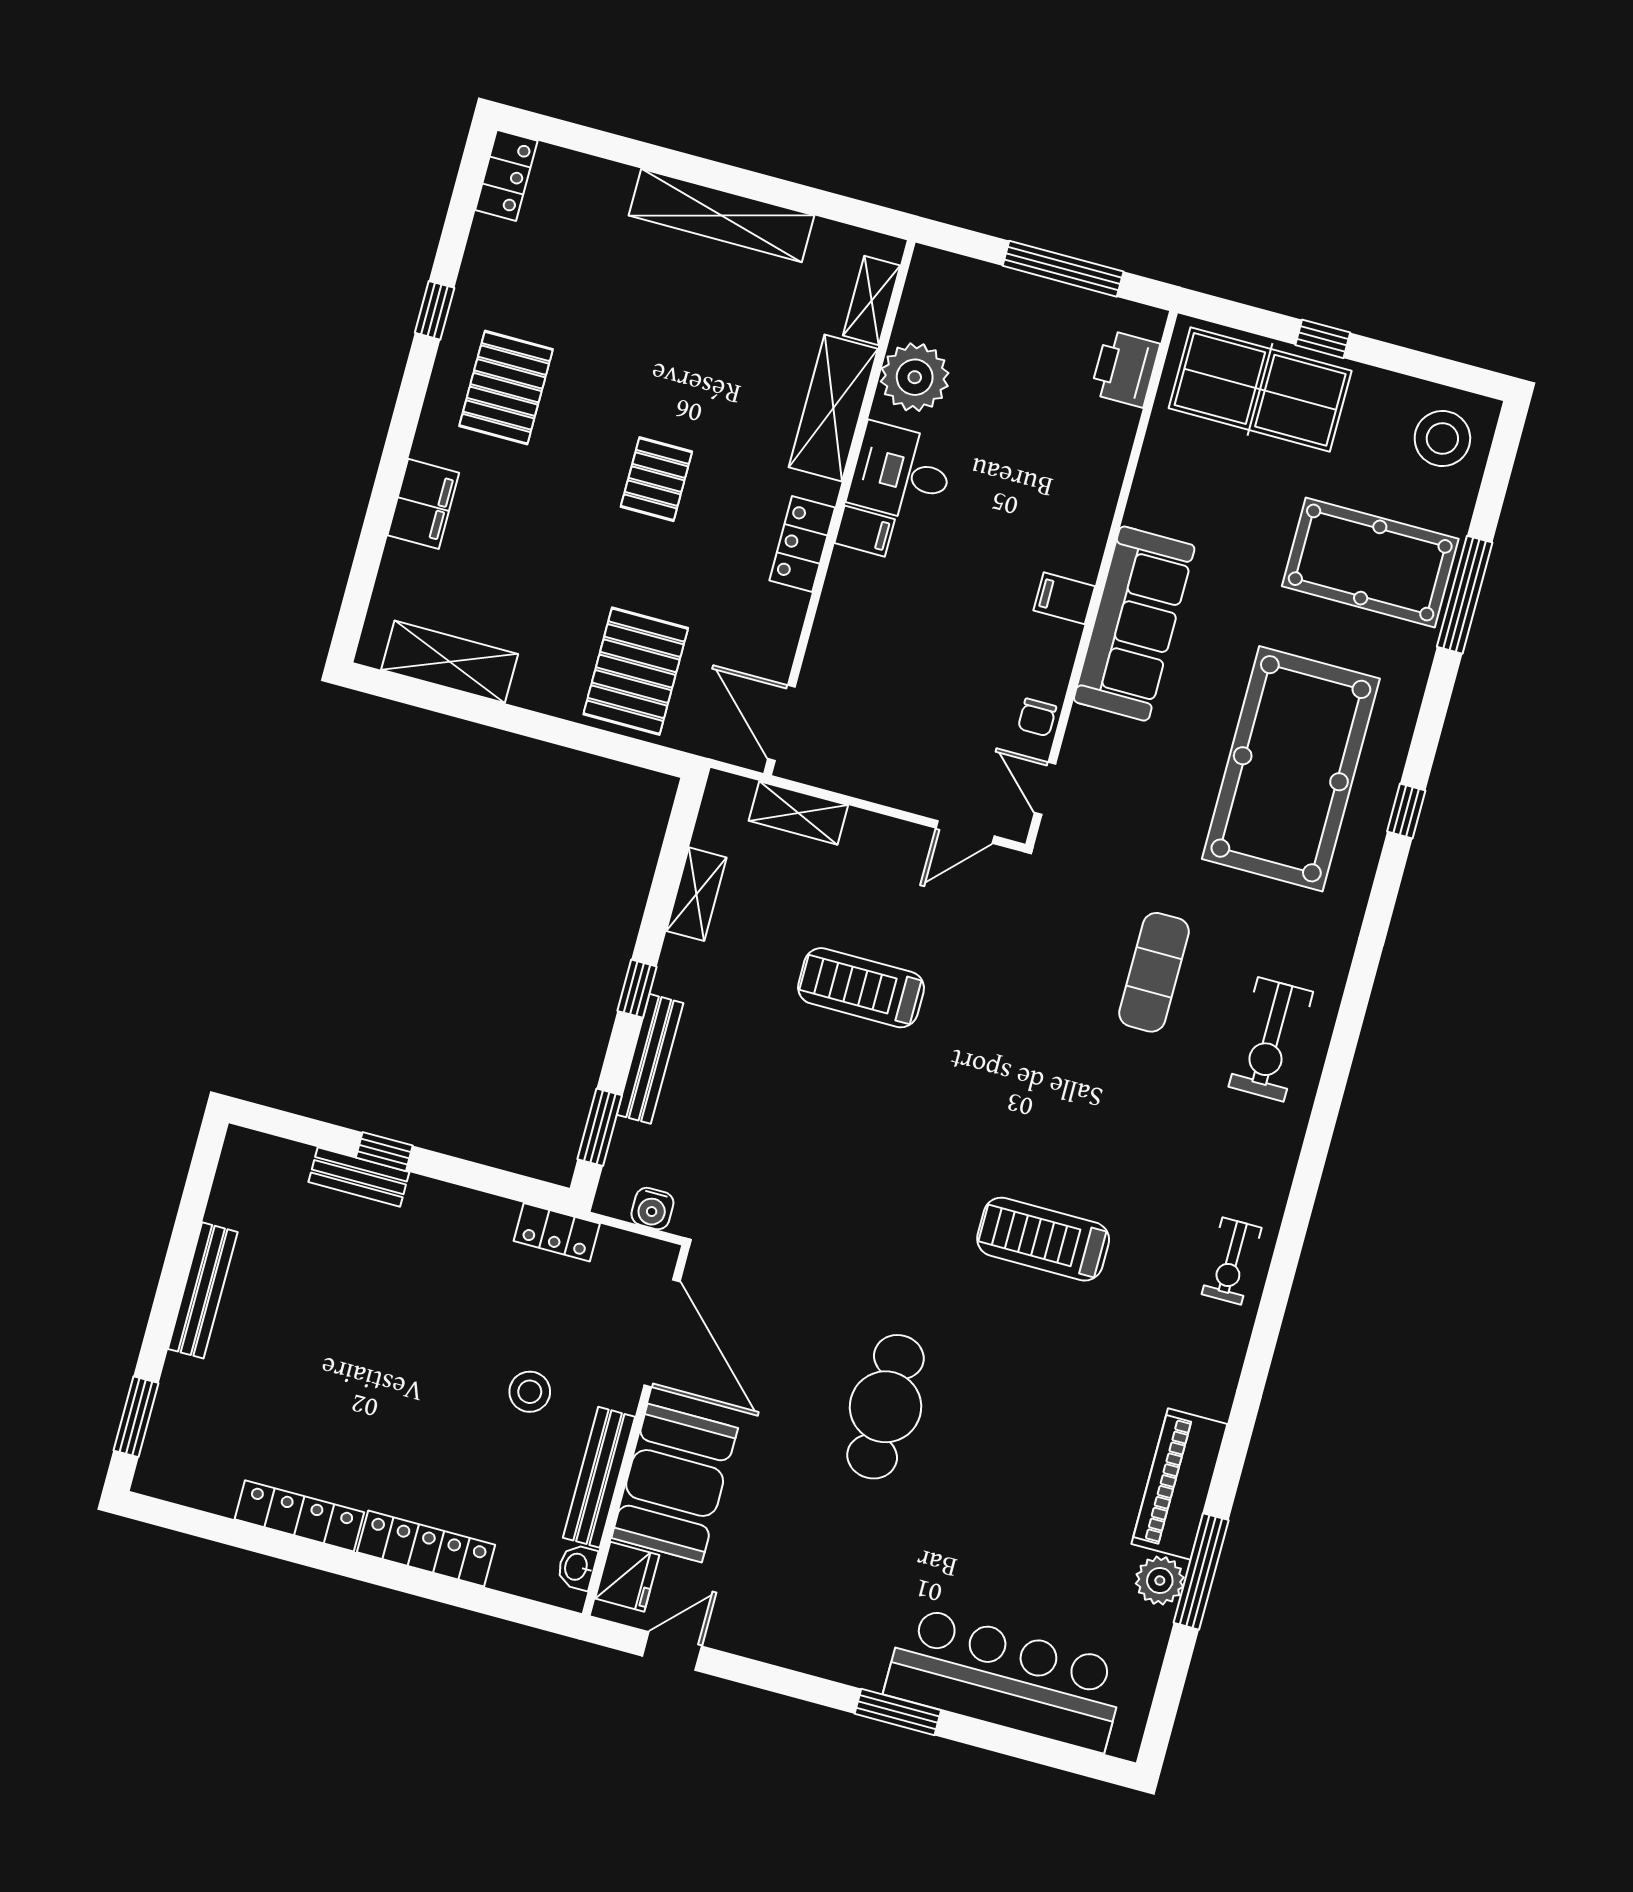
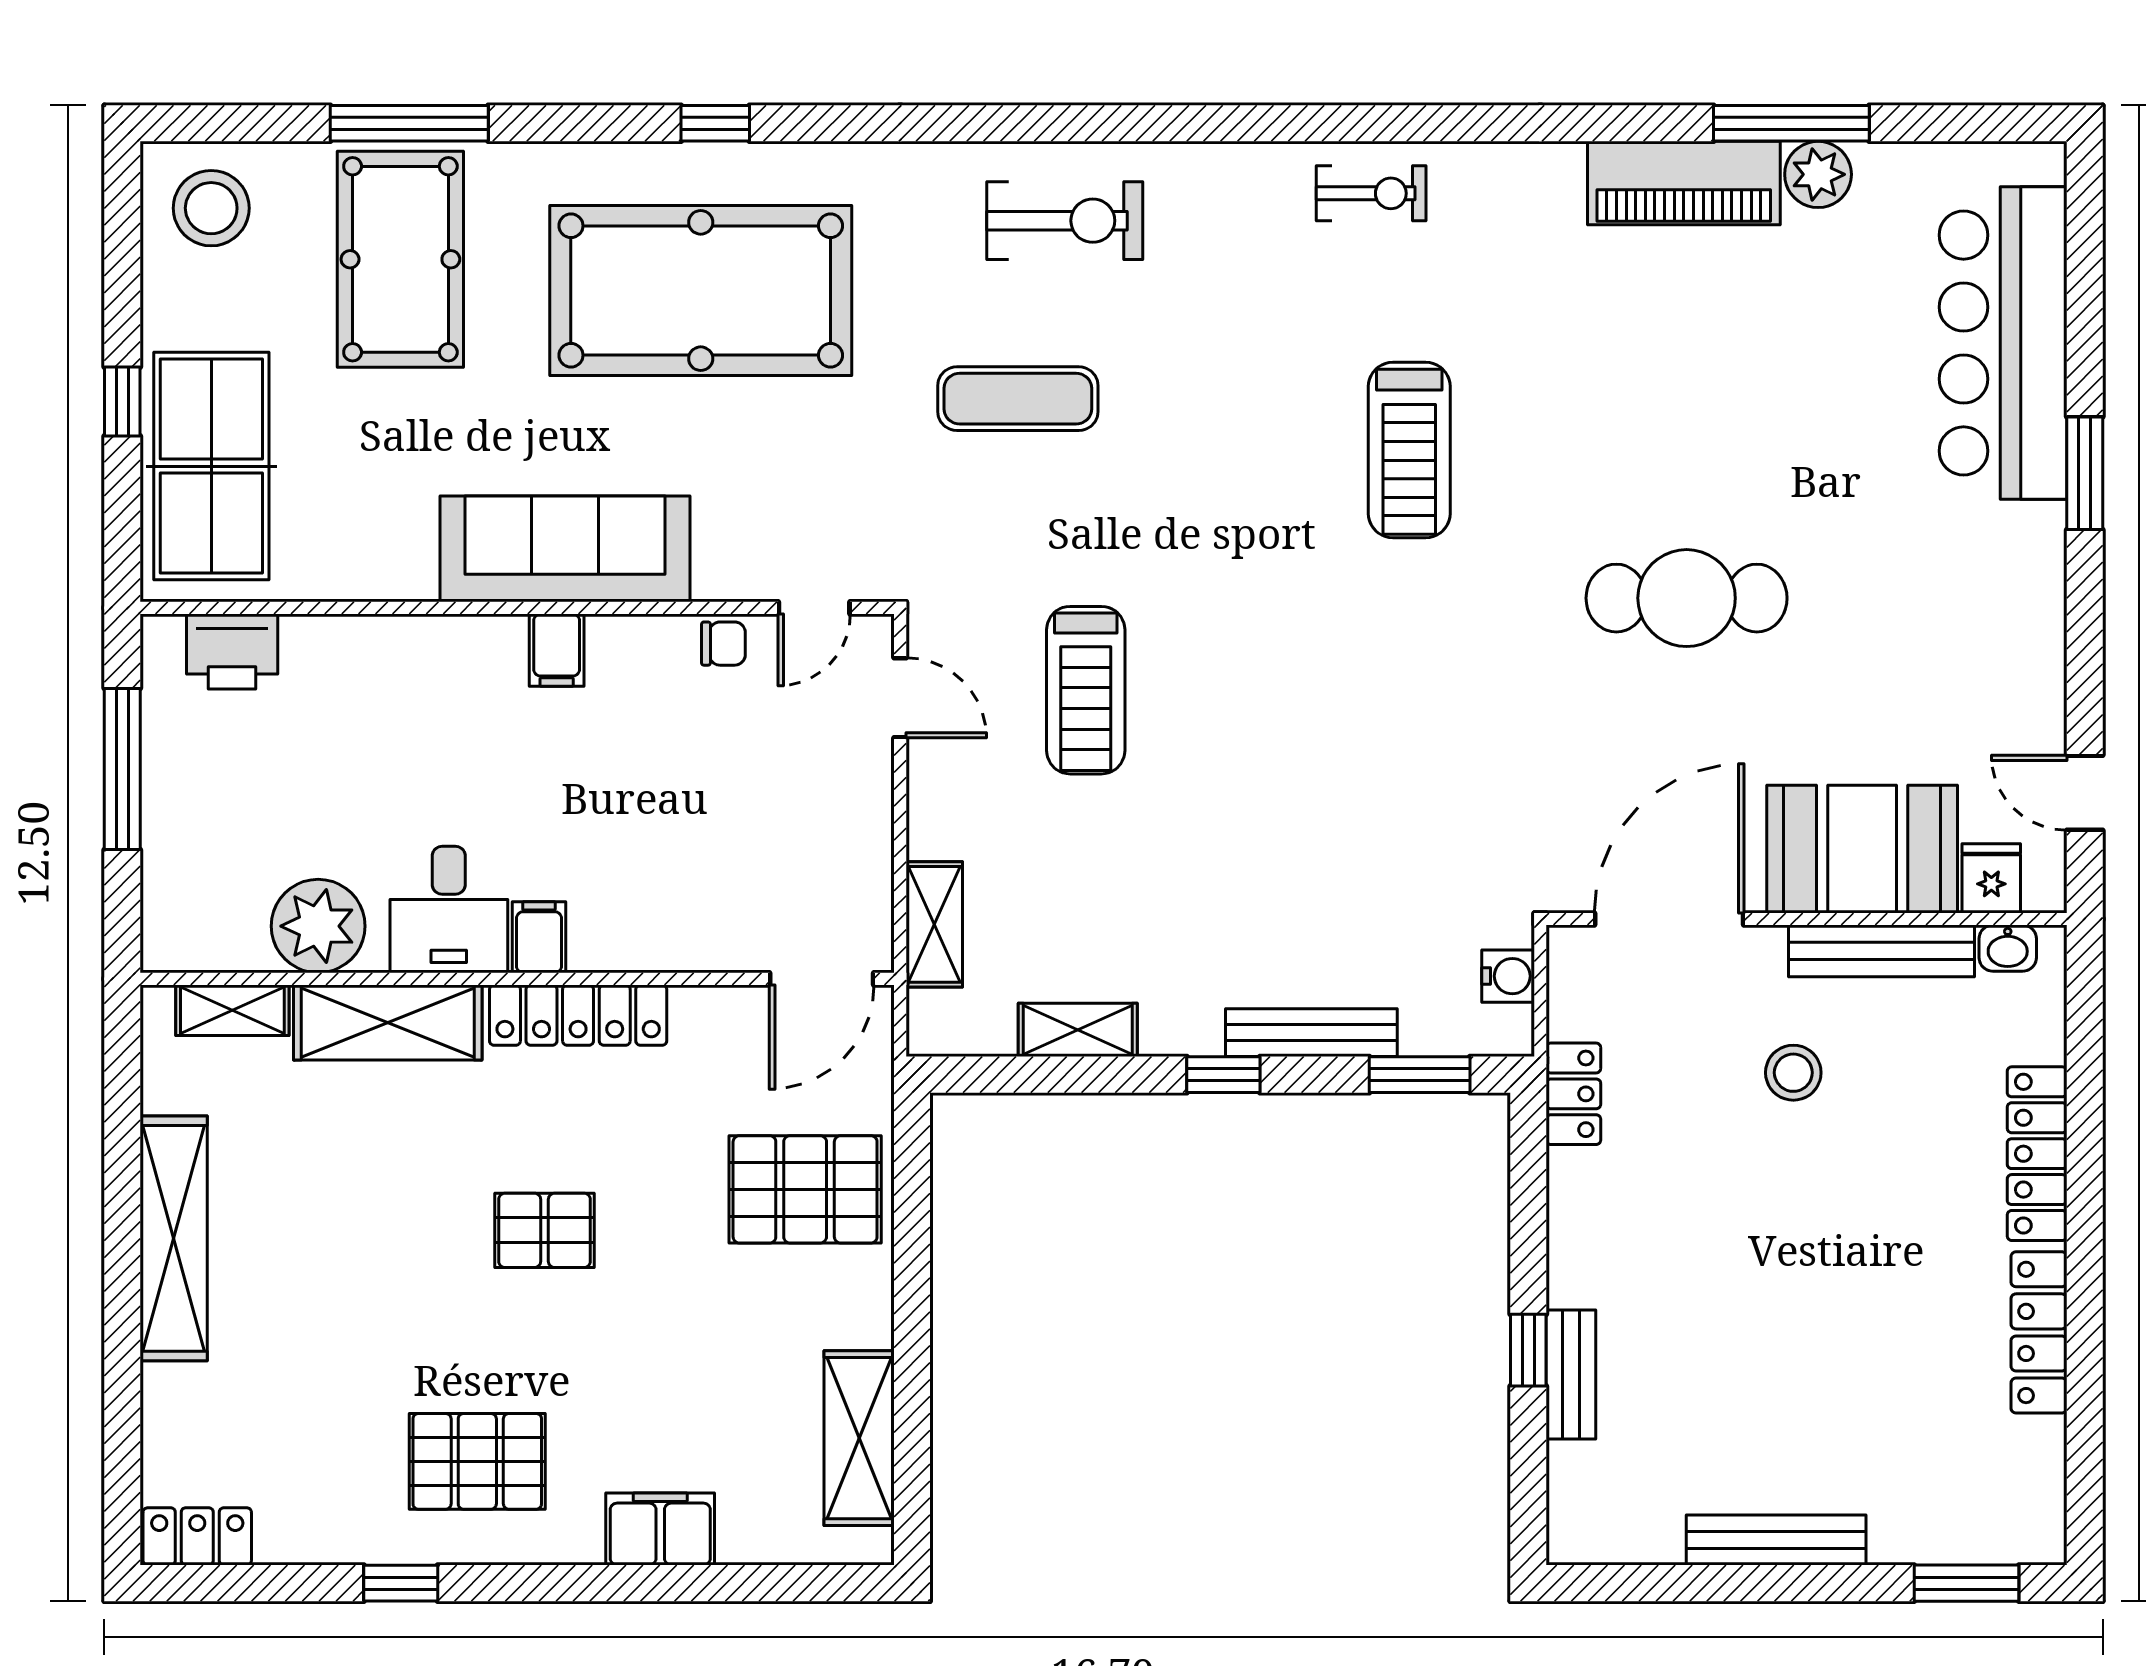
locker: (802, 544) -> (578, 1015), width x1.53
treadmill: (861, 988) -> (1086, 690), moved
fridge: (627, 1577) -> (1991, 878), width x0.72

